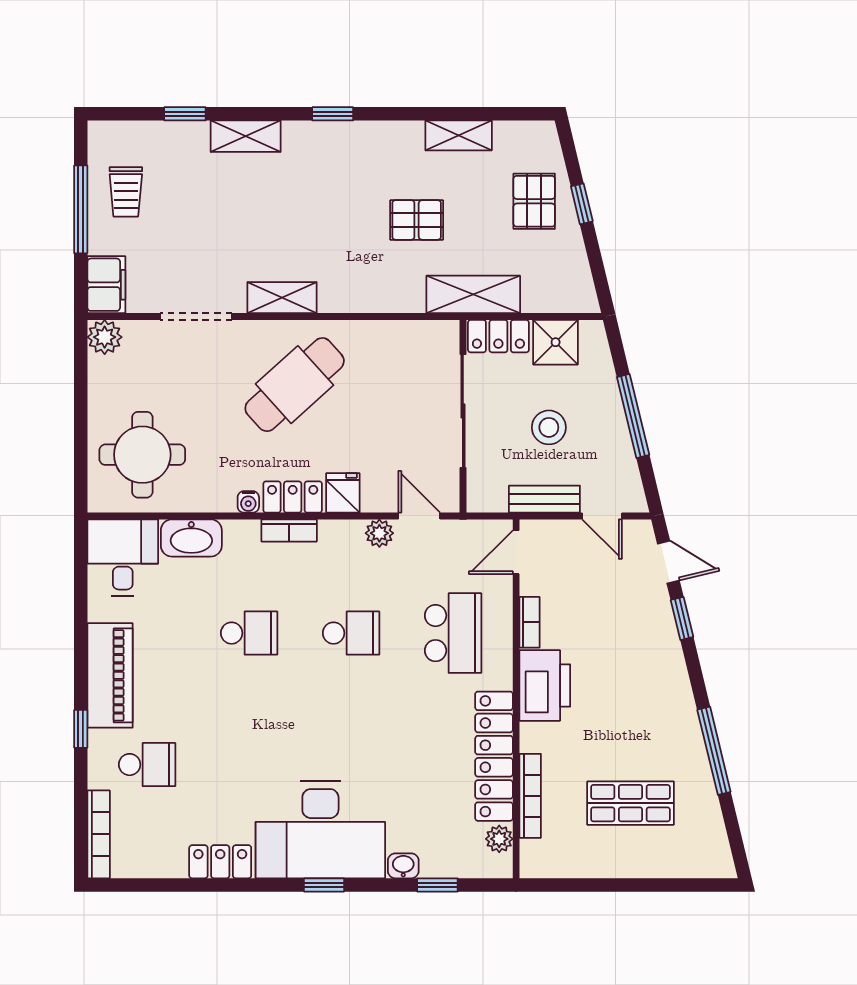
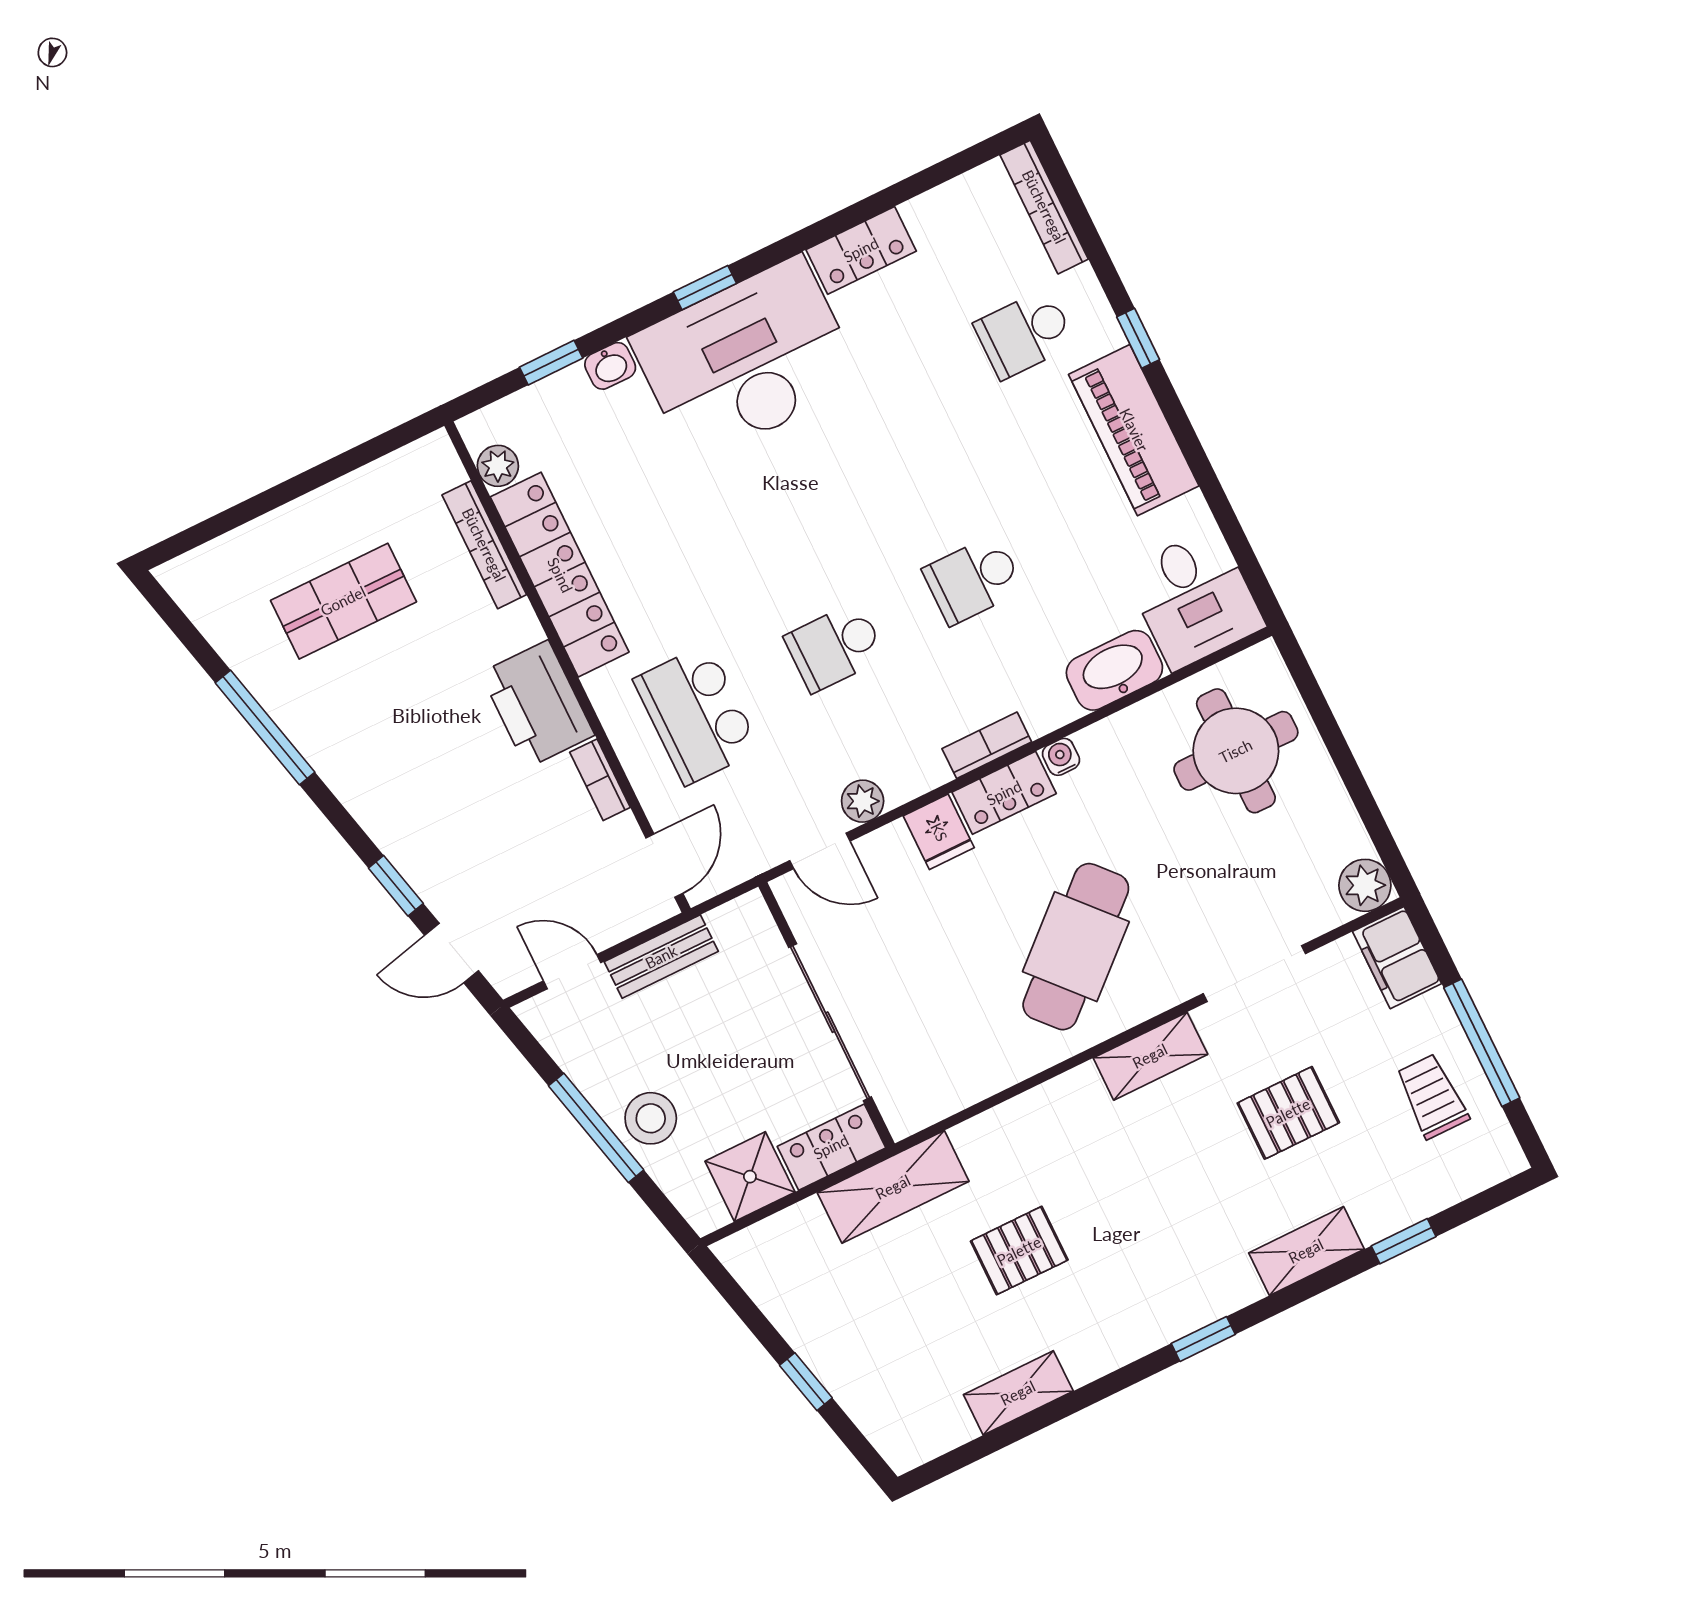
pallet: (534, 201) -> (1288, 1113), moved, turned 90
stool: (549, 427) -> (651, 1118), moved

